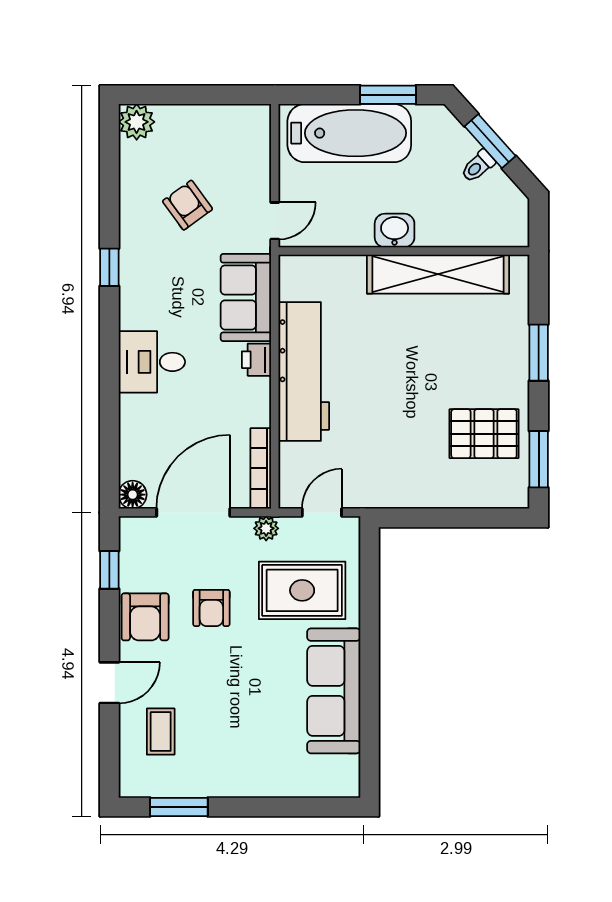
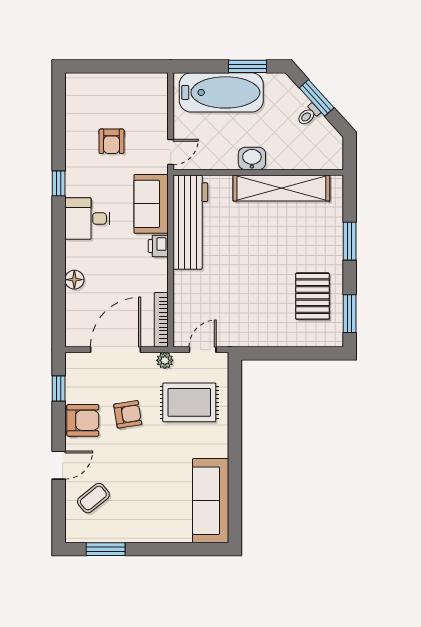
plant: (137, 122) -> (77, 85), removed
armchair: (187, 205) -> (112, 141), turned -144
desk: (152, 362) -> (87, 219), moved
workbench: (304, 372) -> (190, 222), moved
pallet: (484, 434) -> (313, 296), turned 90
floor lamp: (133, 495) -> (74, 280), moved
armchair: (211, 608) -> (128, 414), turned -99
armchair: (145, 617) -> (83, 420), turned -90
sofa: (334, 691) -> (211, 501), moved
coffee table: (161, 732) -> (93, 498), turned 51

